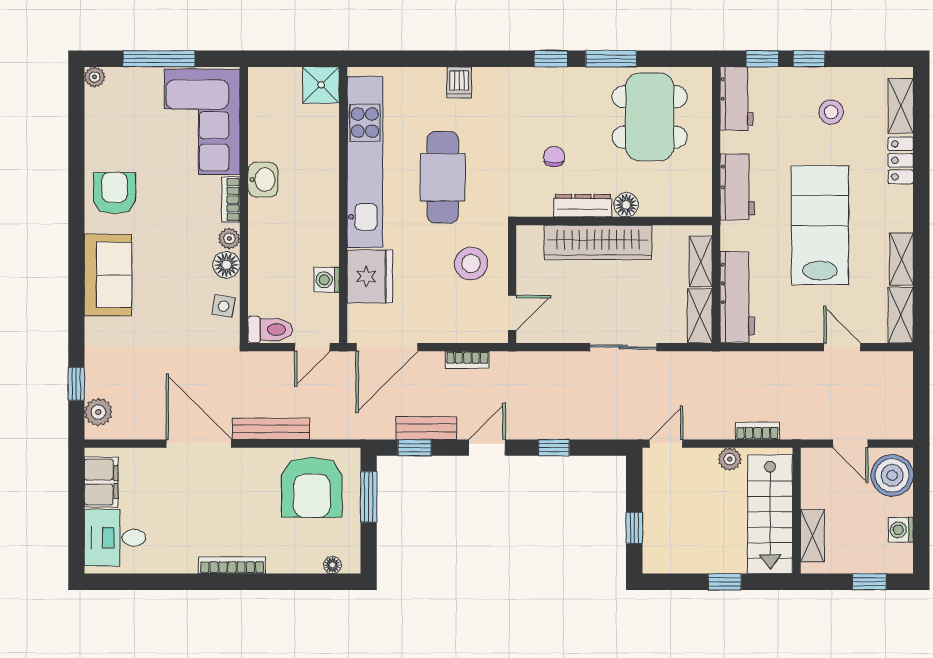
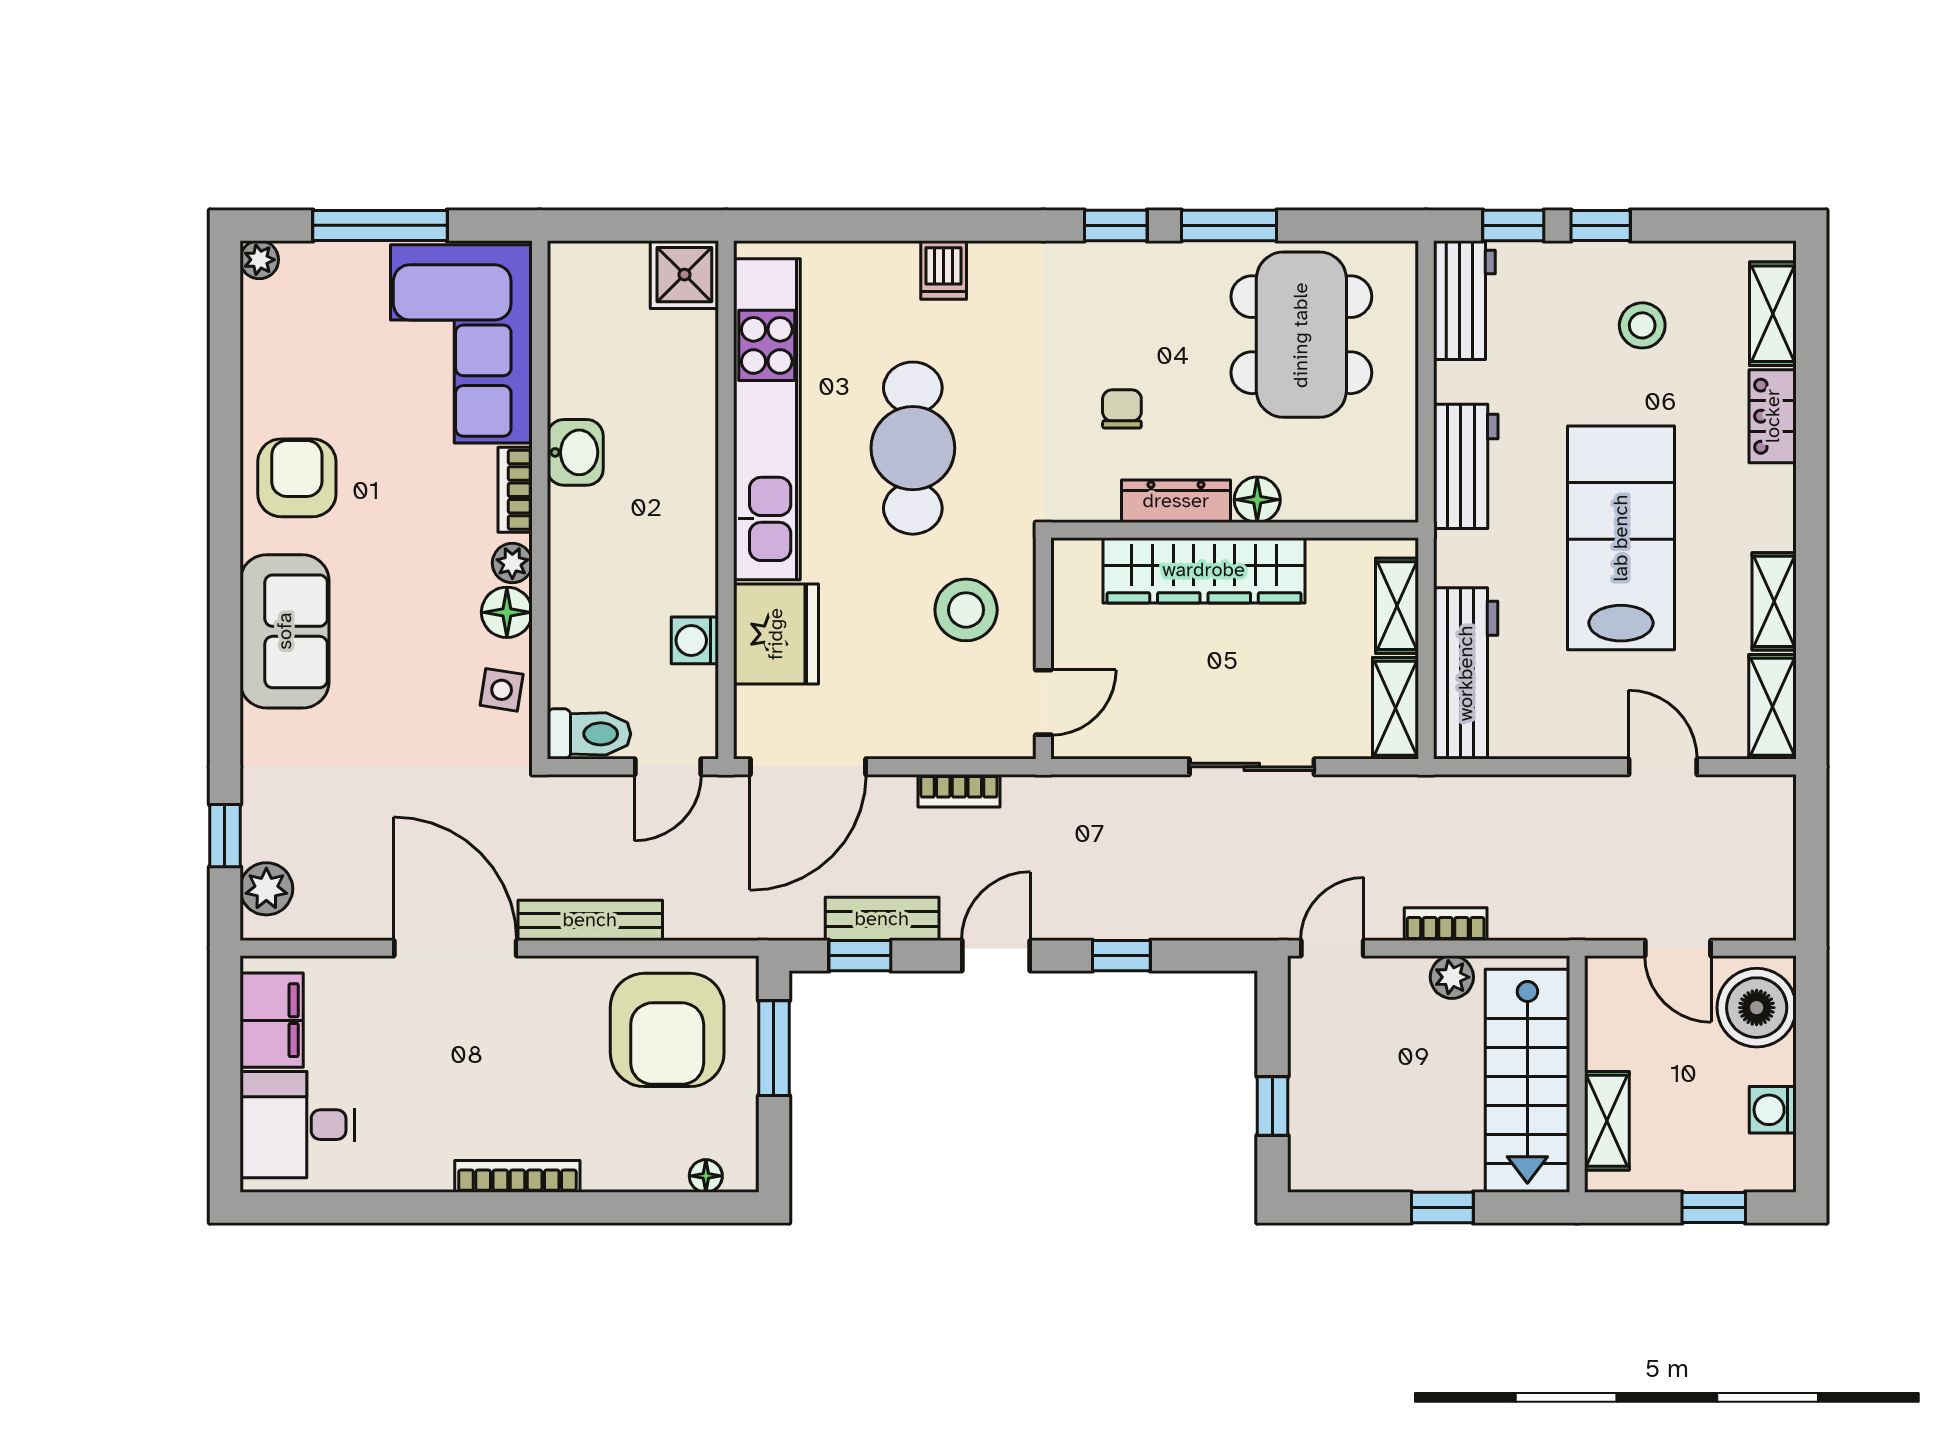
bookcase: (757, 431) -> (1446, 924), moved

